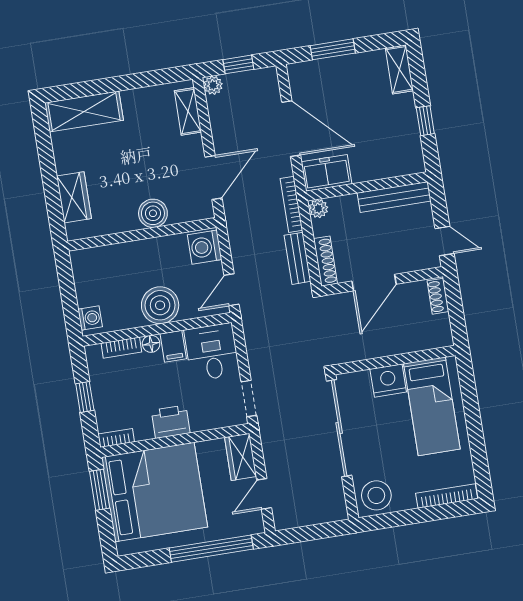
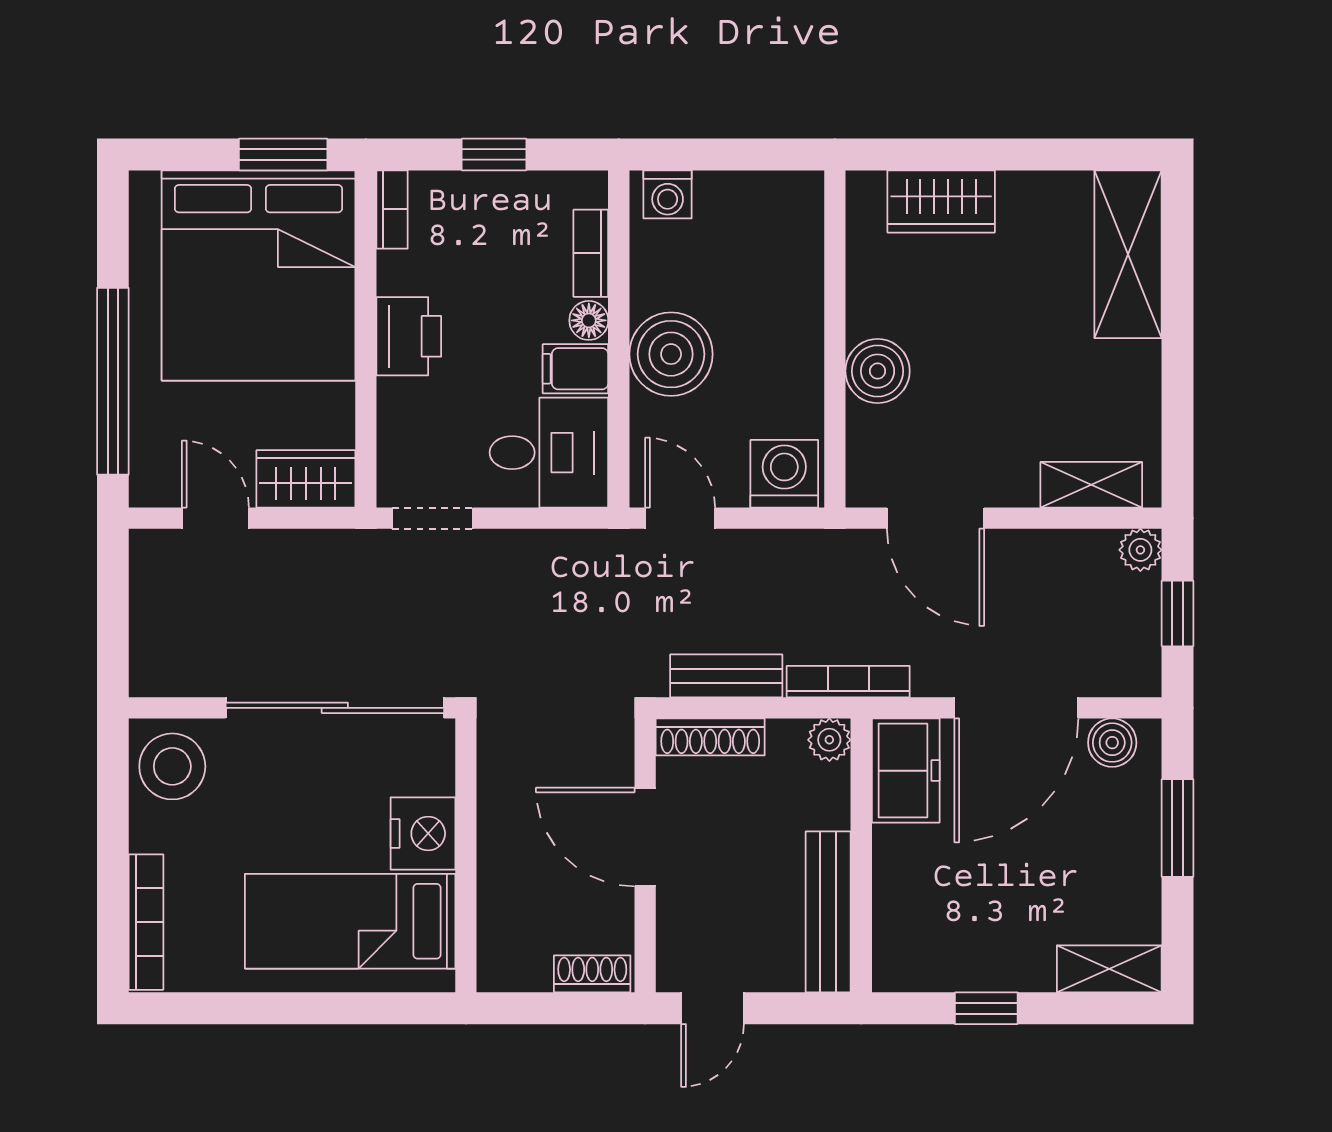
boiler: (300, 84) -> (1112, 743), added

